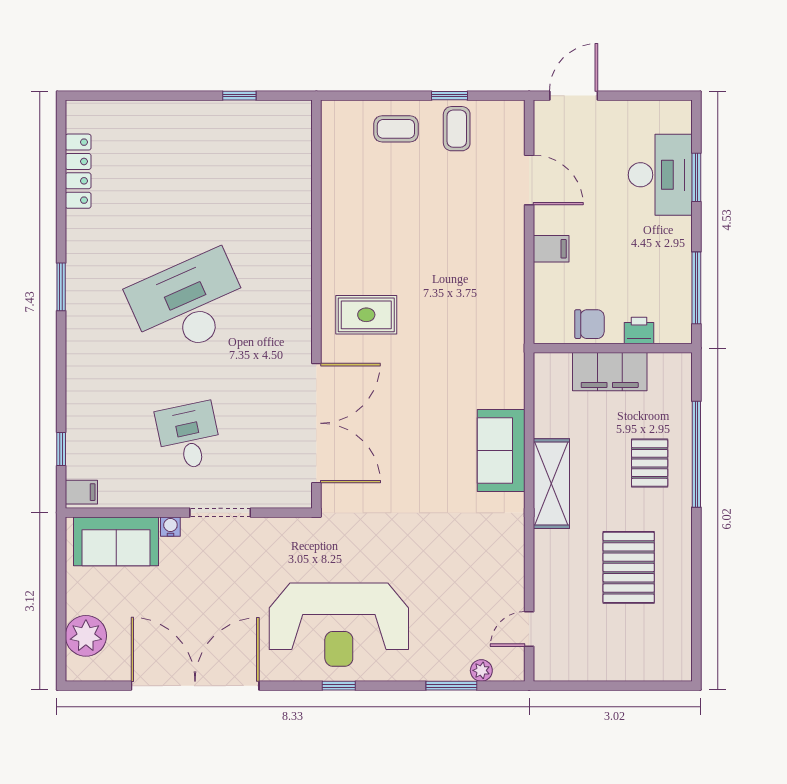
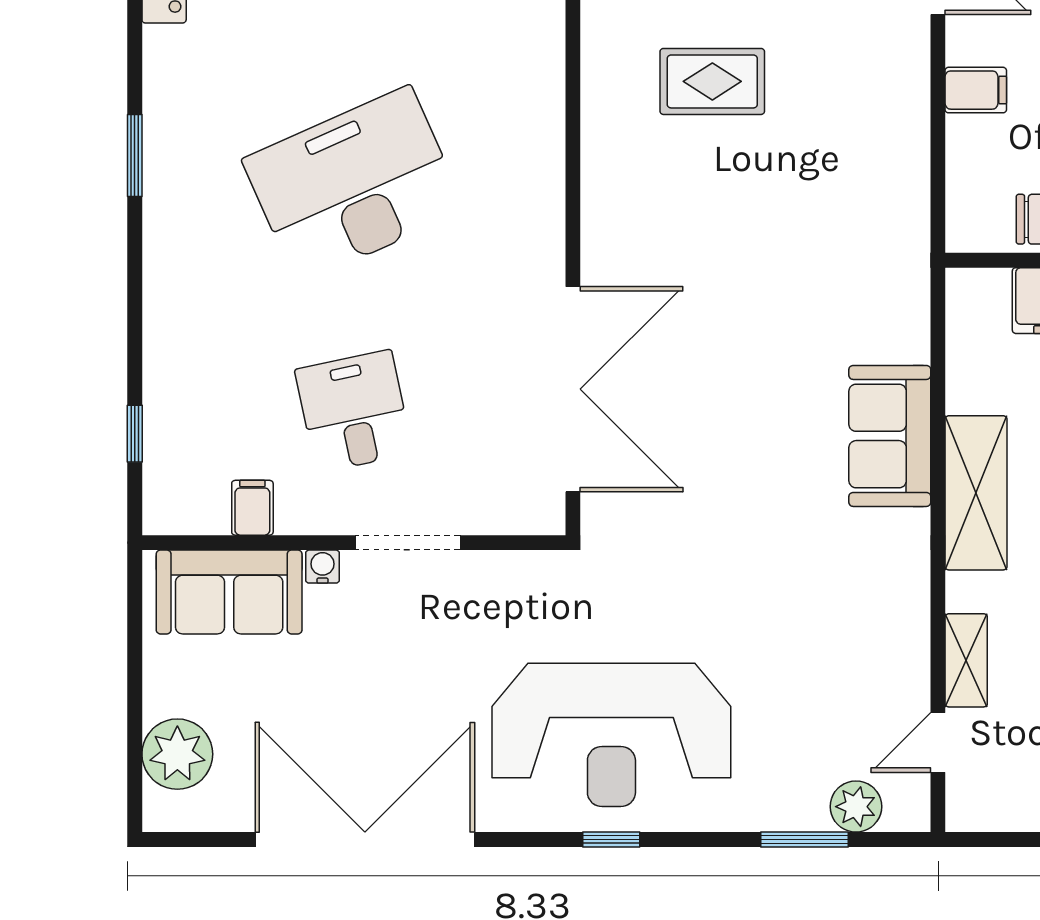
rug: (366, 315) -> (712, 81), moved
filing cabinet: (81, 492) -> (252, 508), moved, turned -90
shelving: (546, 581) -> (966, 660), added
plant: (481, 670) -> (856, 807), width x1.38, depth x1.38

